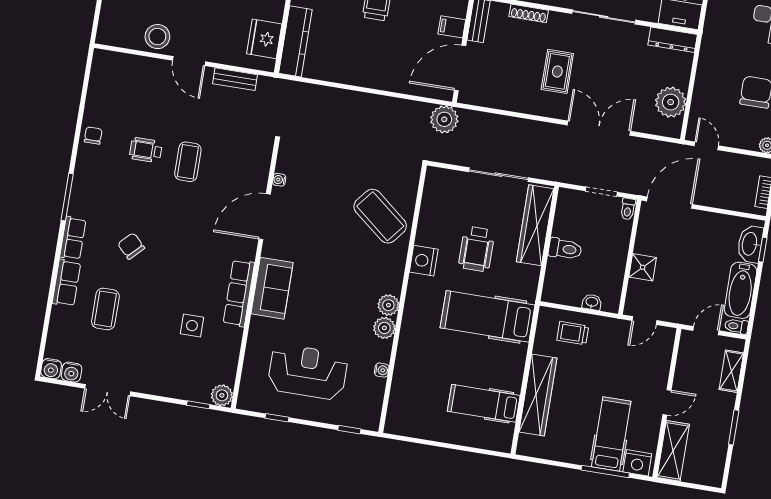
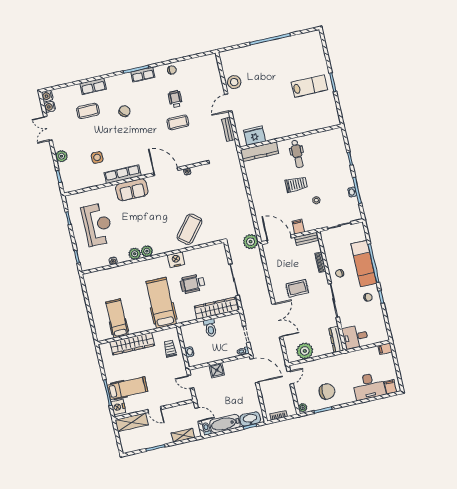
row of seats: (73, 238) -> (143, 75), moved
plant: (222, 395) -> (62, 156), moved

